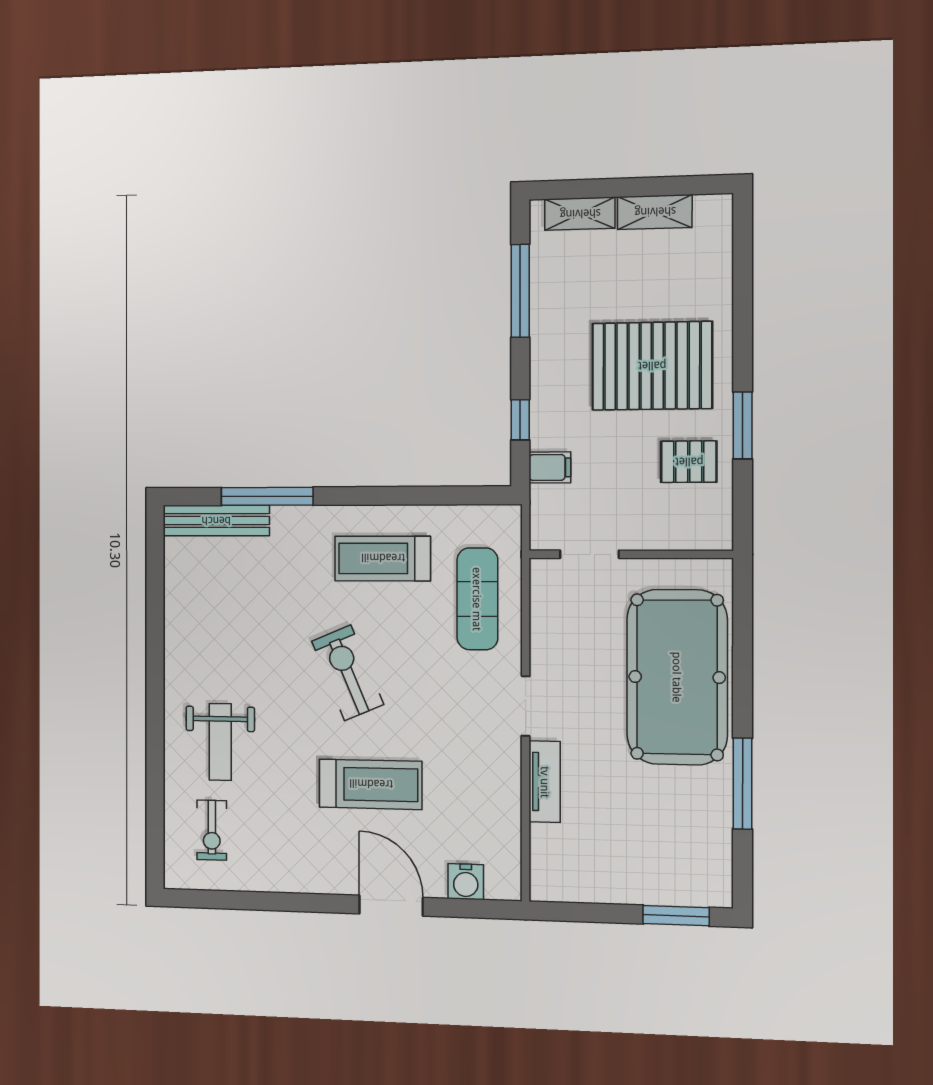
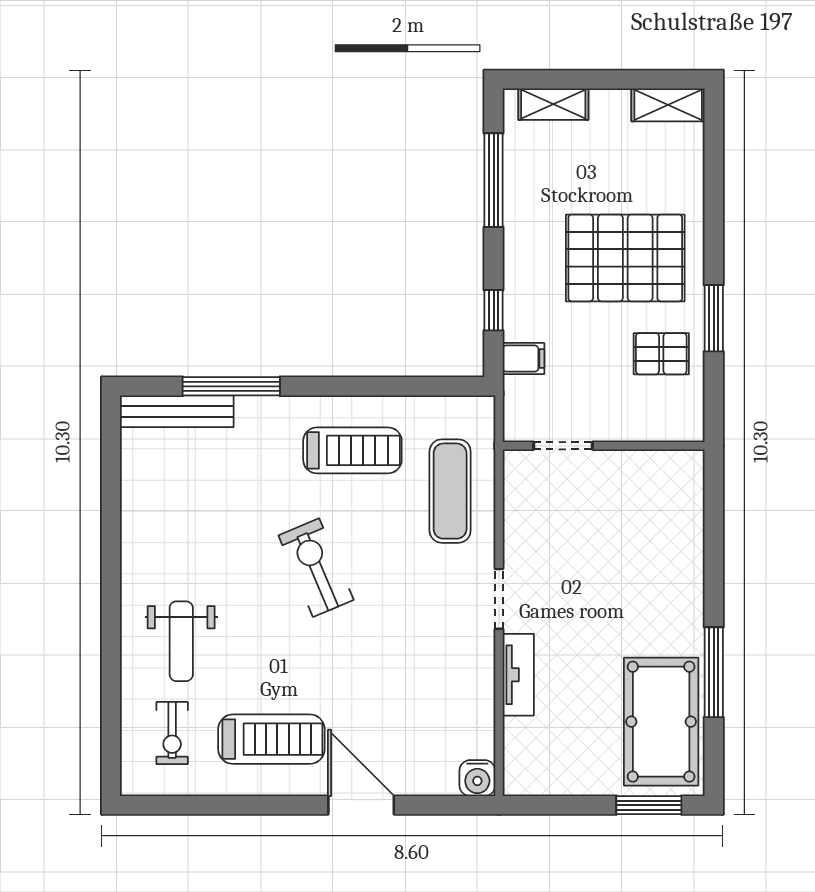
shelving: (655, 212) -> (668, 105), moved
treadmill: (383, 558) -> (352, 450), turned 180
pool table: (677, 677) -> (661, 722), moved, width x0.73, depth x0.76
treadmill: (371, 784) -> (271, 739), moved
water cooler: (466, 882) -> (477, 778), moved

